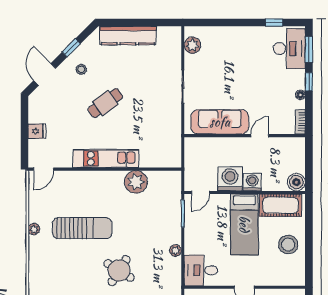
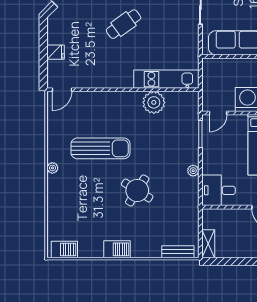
kitchen unit: (106, 158) -> (166, 79), moved
plant: (34, 229) -> (52, 168), moved

